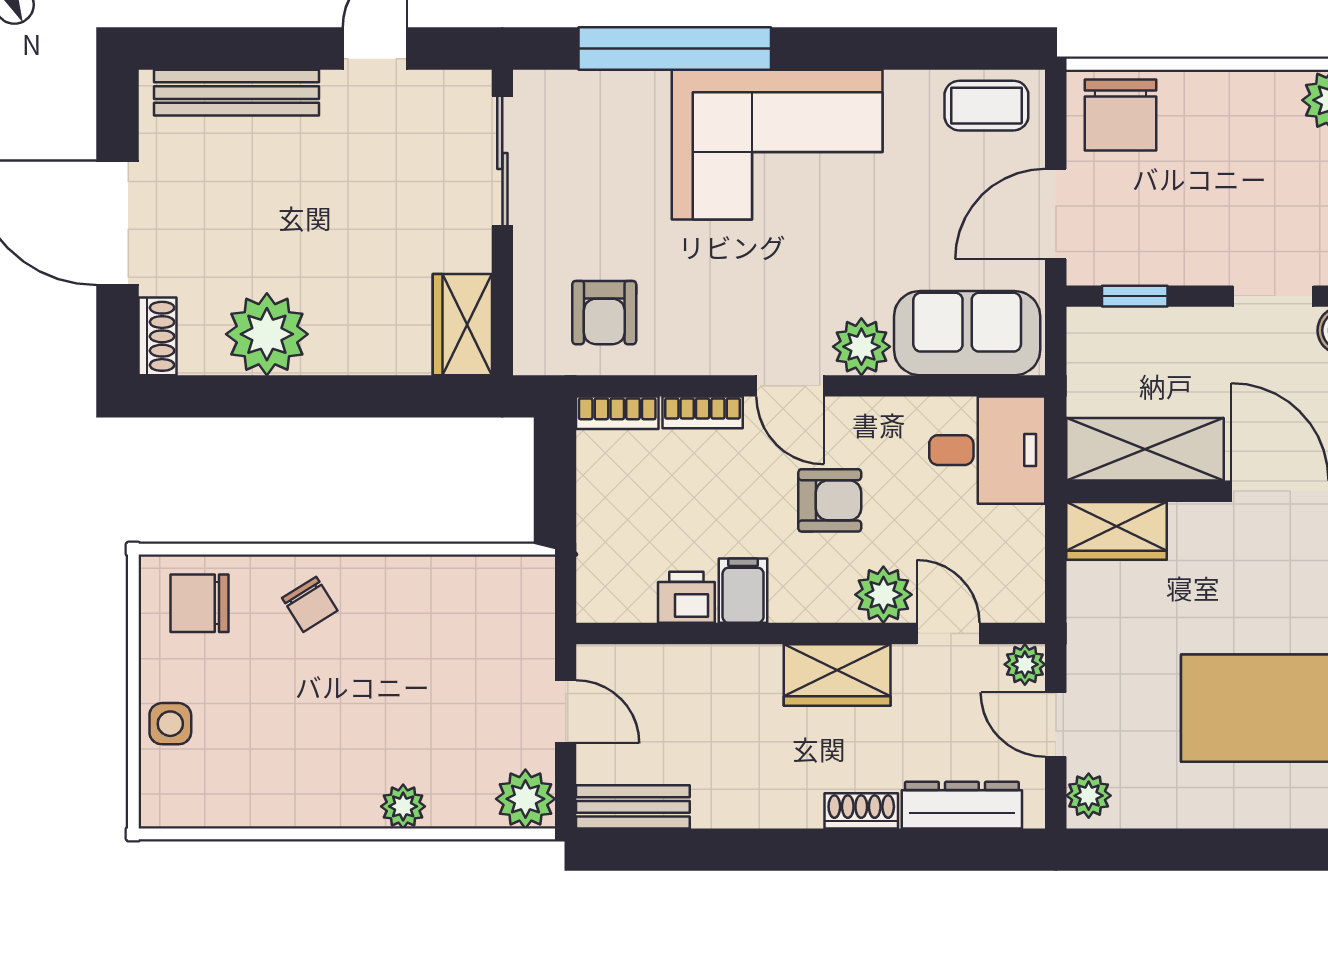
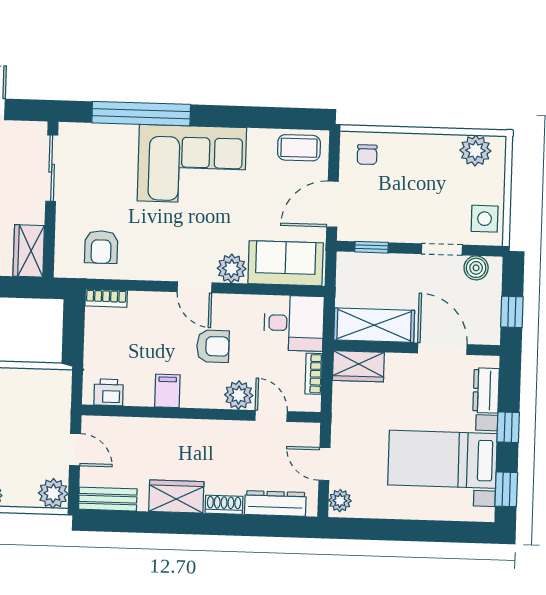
chair: (1121, 115) -> (367, 155), width x0.54, depth x0.54
bookcase: (703, 412) -> (314, 374), moved, turned 90
printer: (686, 597) -> (109, 392), moved
plant: (1025, 664) -> (310, 433), removed
wardrobe: (837, 675) -> (176, 497), moved, turned 180

